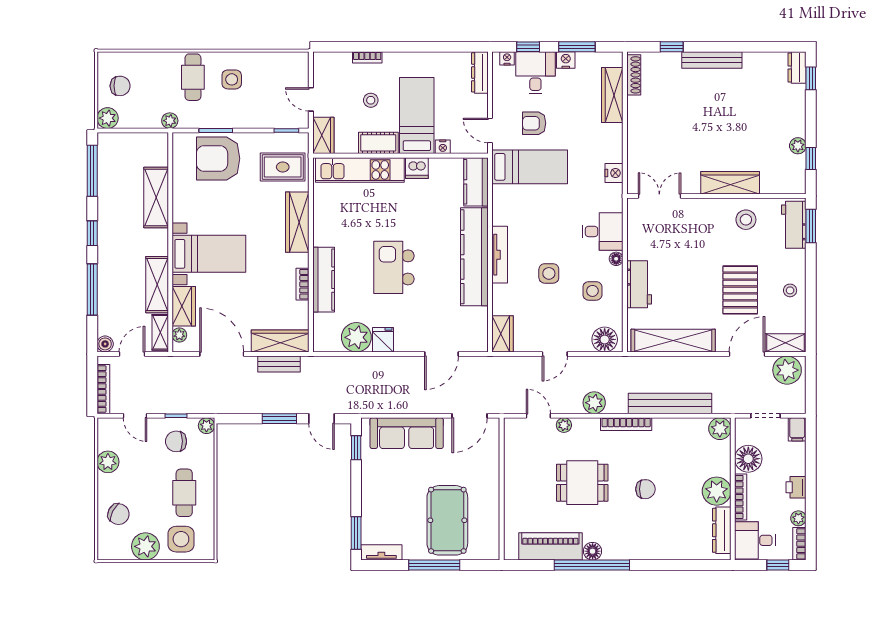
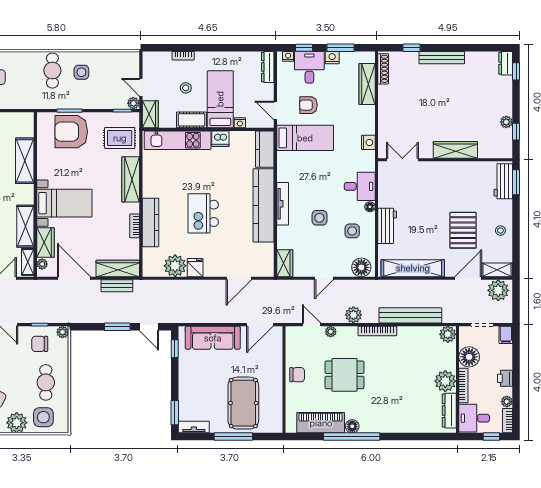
plant: (170, 121) -> (133, 103), moved
stool: (746, 220) -> (467, 177), removed
chair: (645, 489) -> (297, 375), moved

